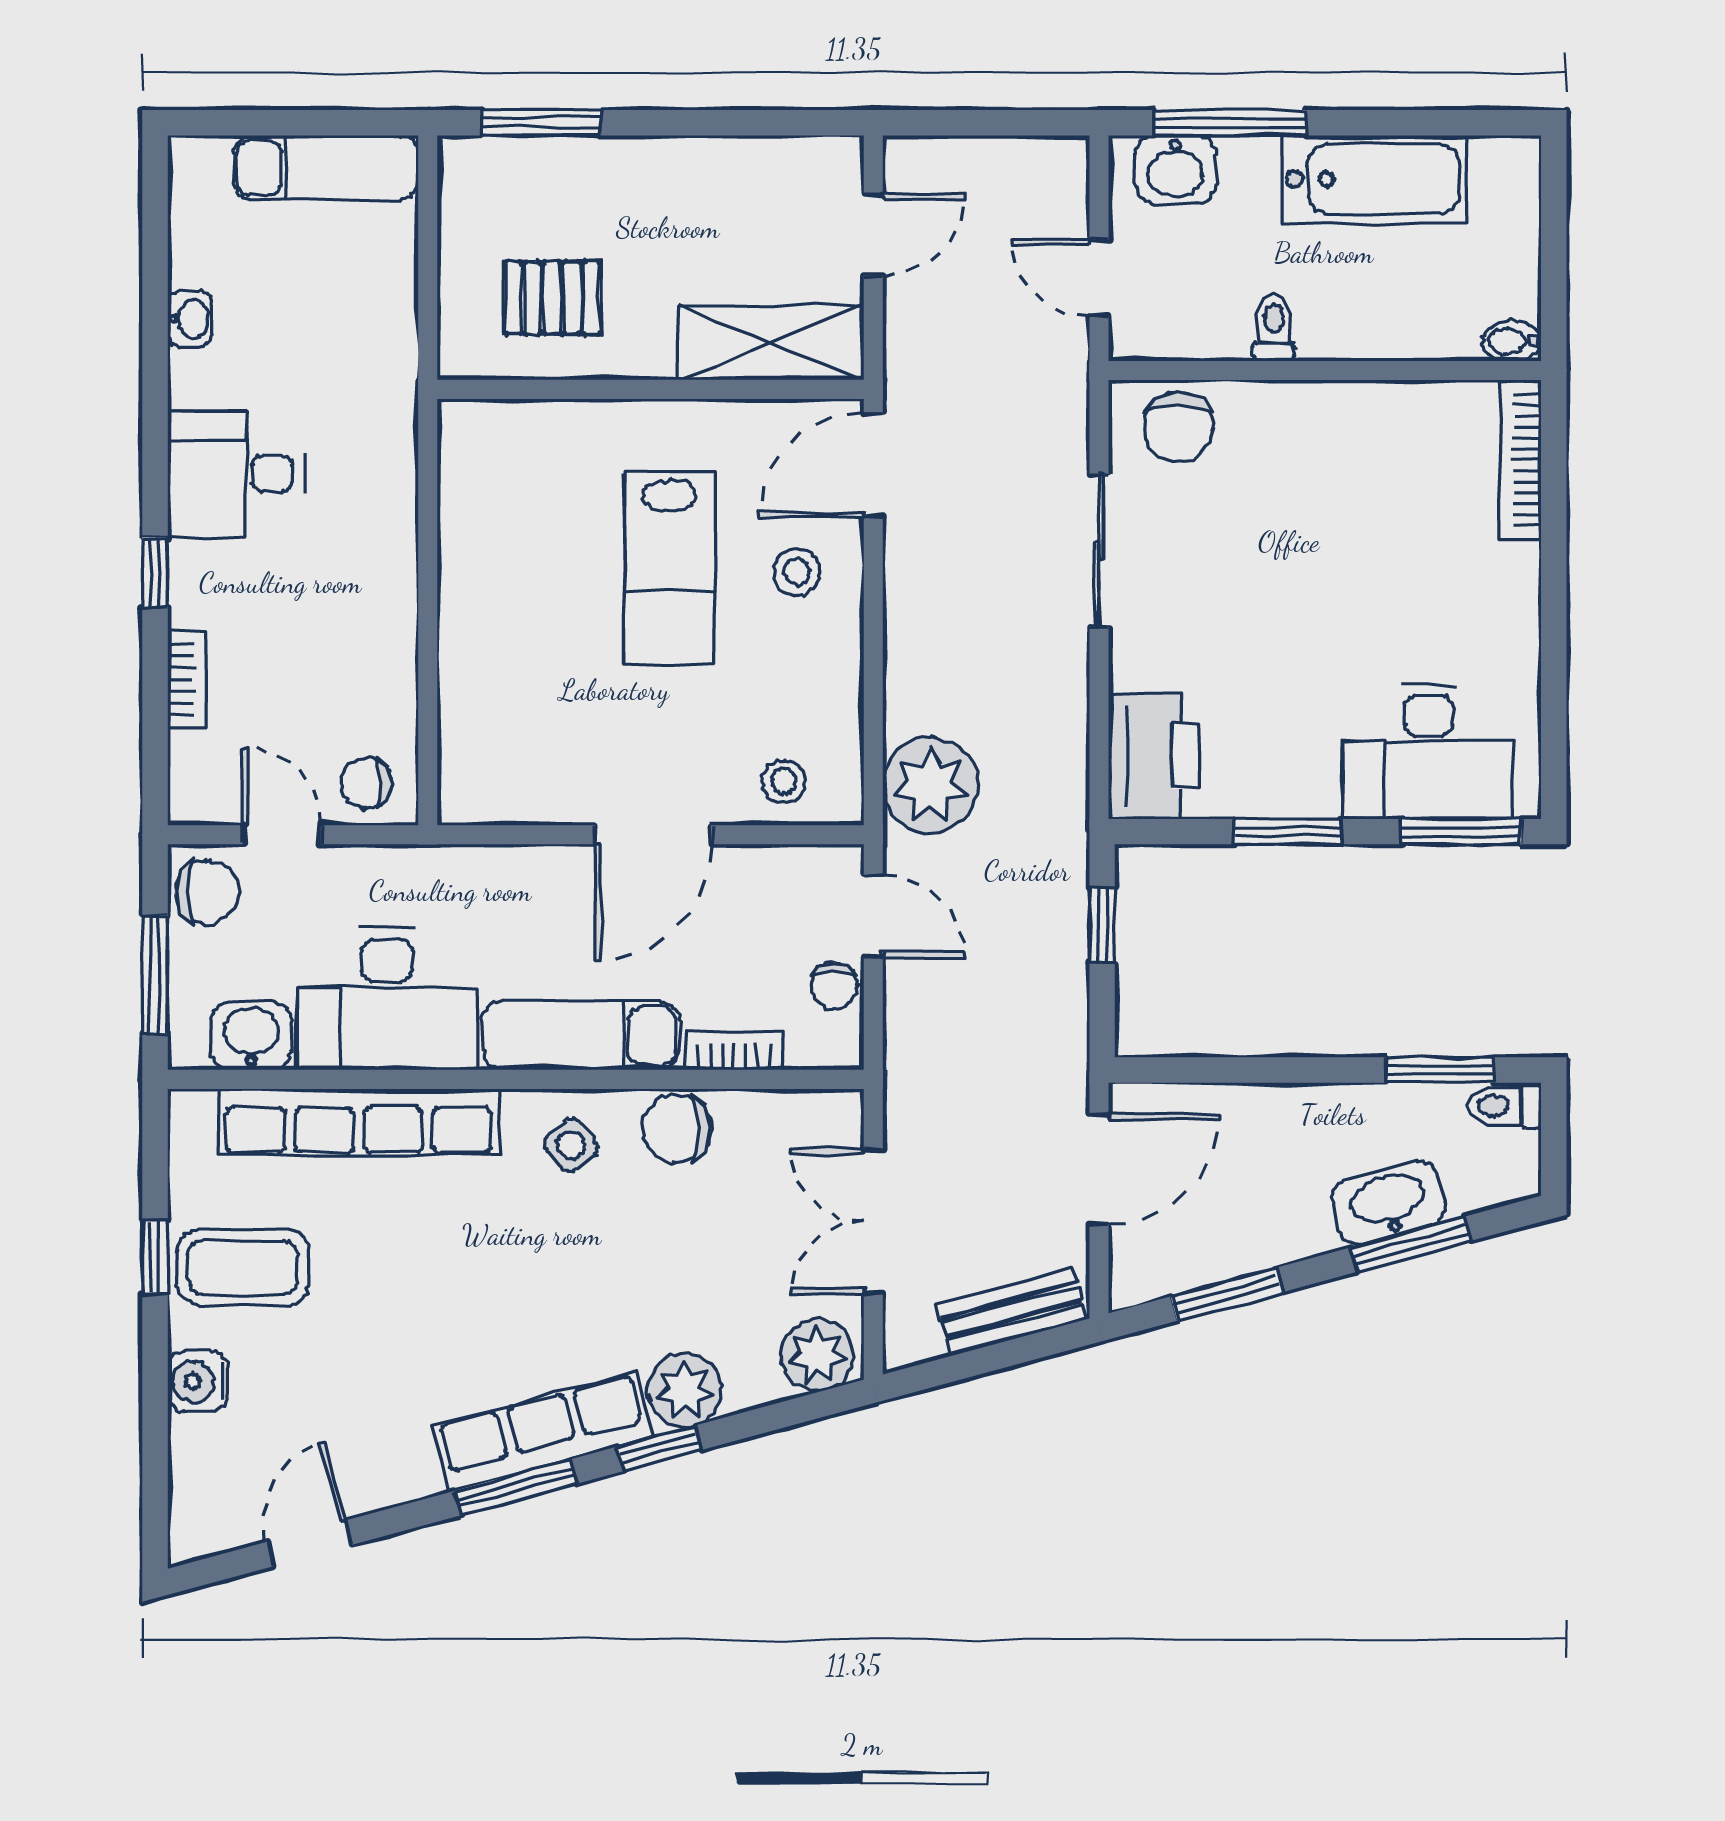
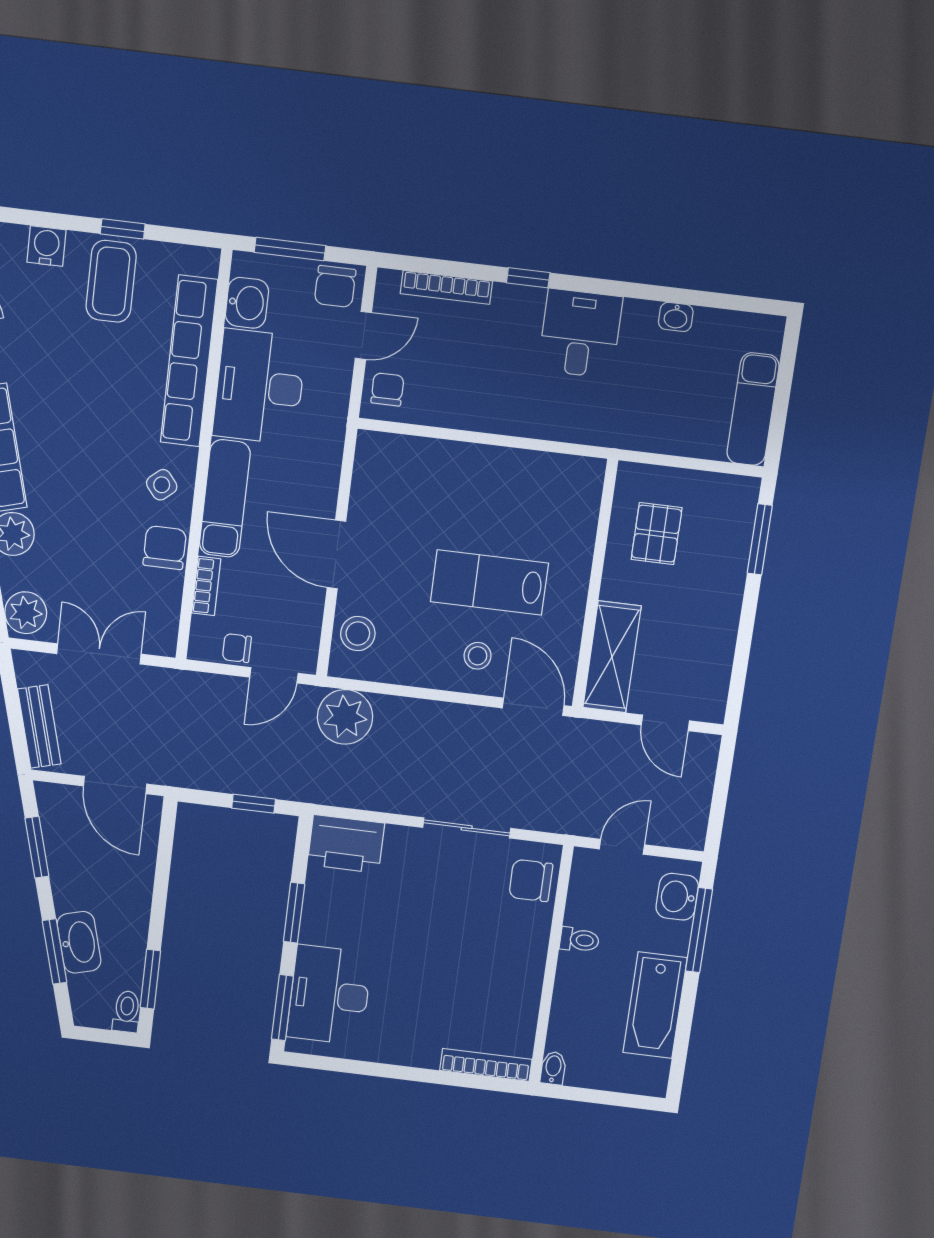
bookcase: (187, 679) -> (446, 287), width x1.56
stool: (784, 781) -> (358, 634), width x1.37, depth x1.37

